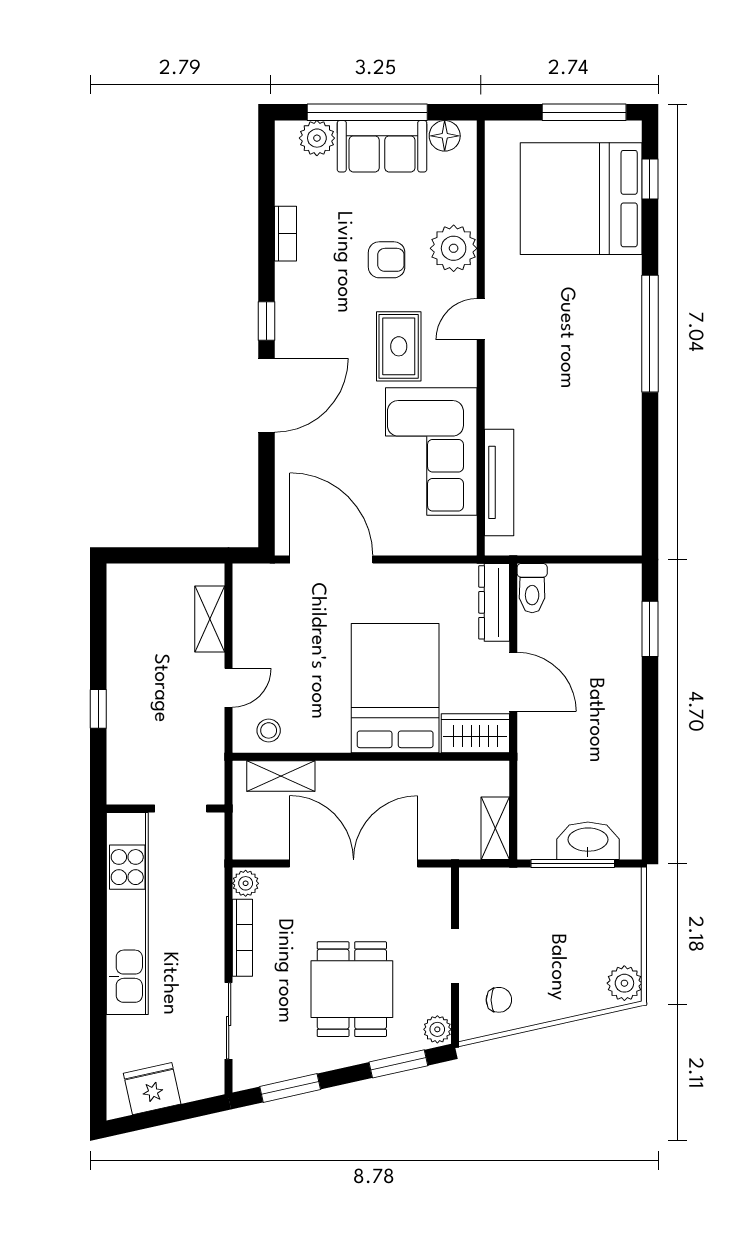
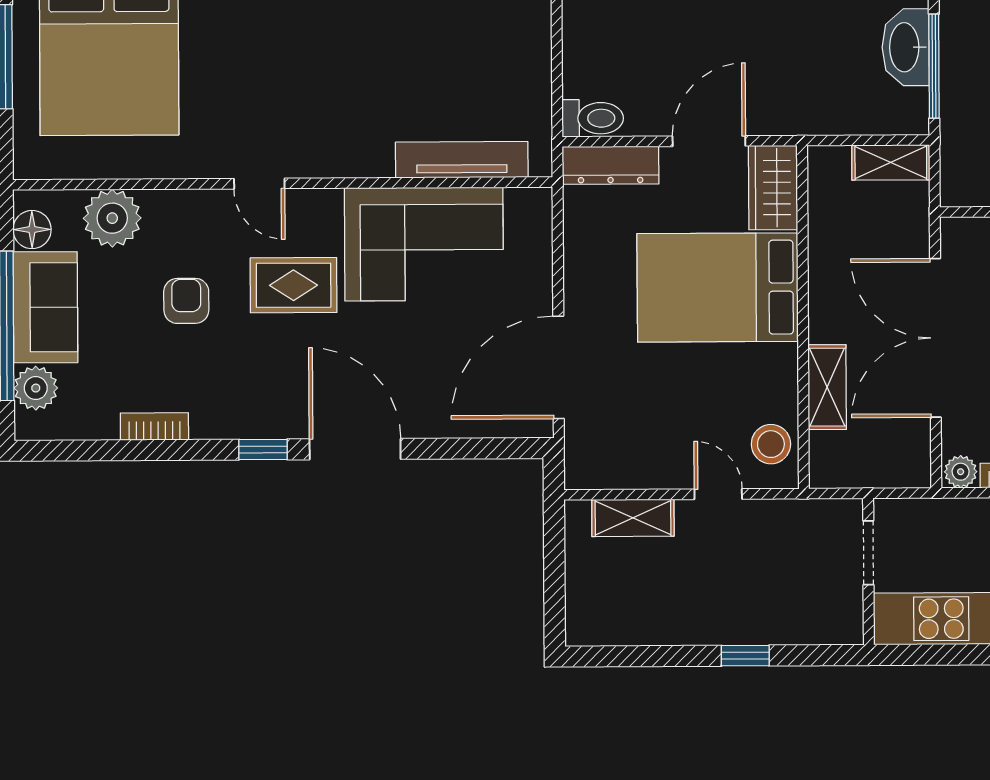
plant: (454, 248) -> (112, 218), moved
stool: (269, 730) -> (771, 444), width x1.37, depth x1.37
shelving: (281, 776) -> (827, 387), moved

